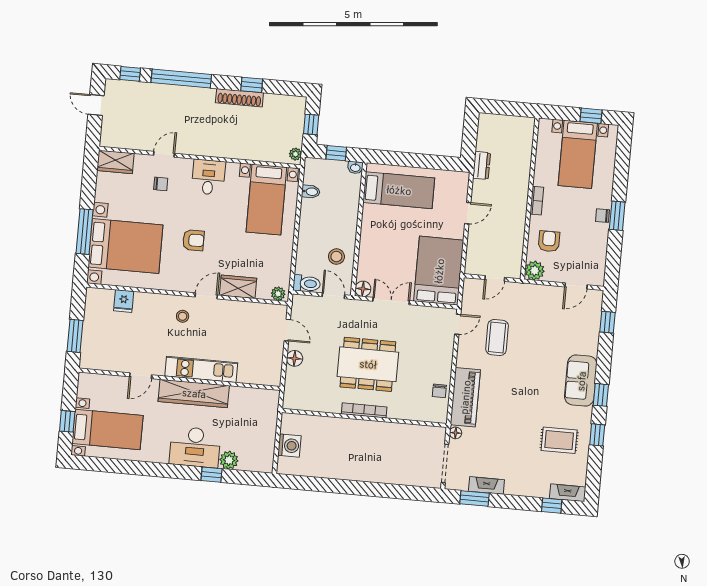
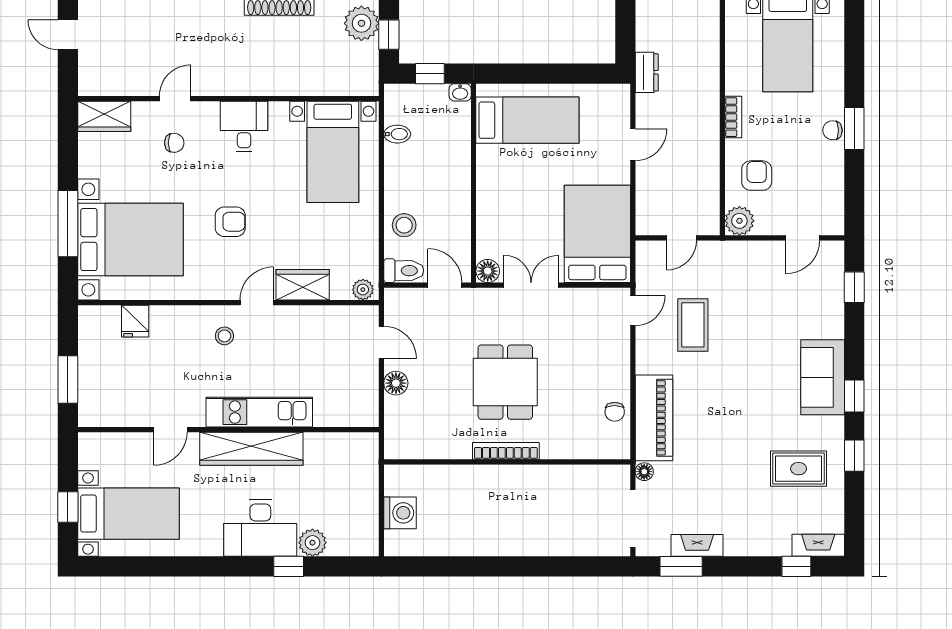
plant: (295, 154) -> (361, 23), moved, width x1.88, depth x1.88
stool: (336, 257) -> (404, 225), moved
dining table: (368, 364) -> (505, 382), width x0.73

